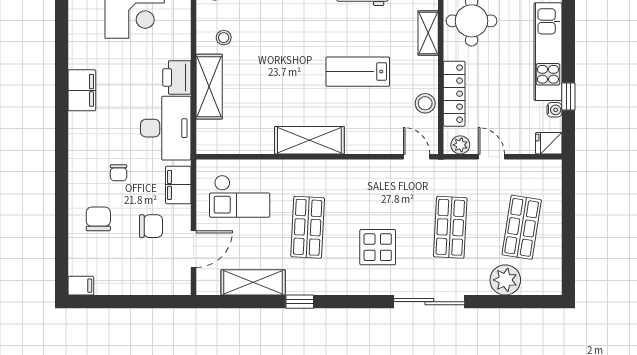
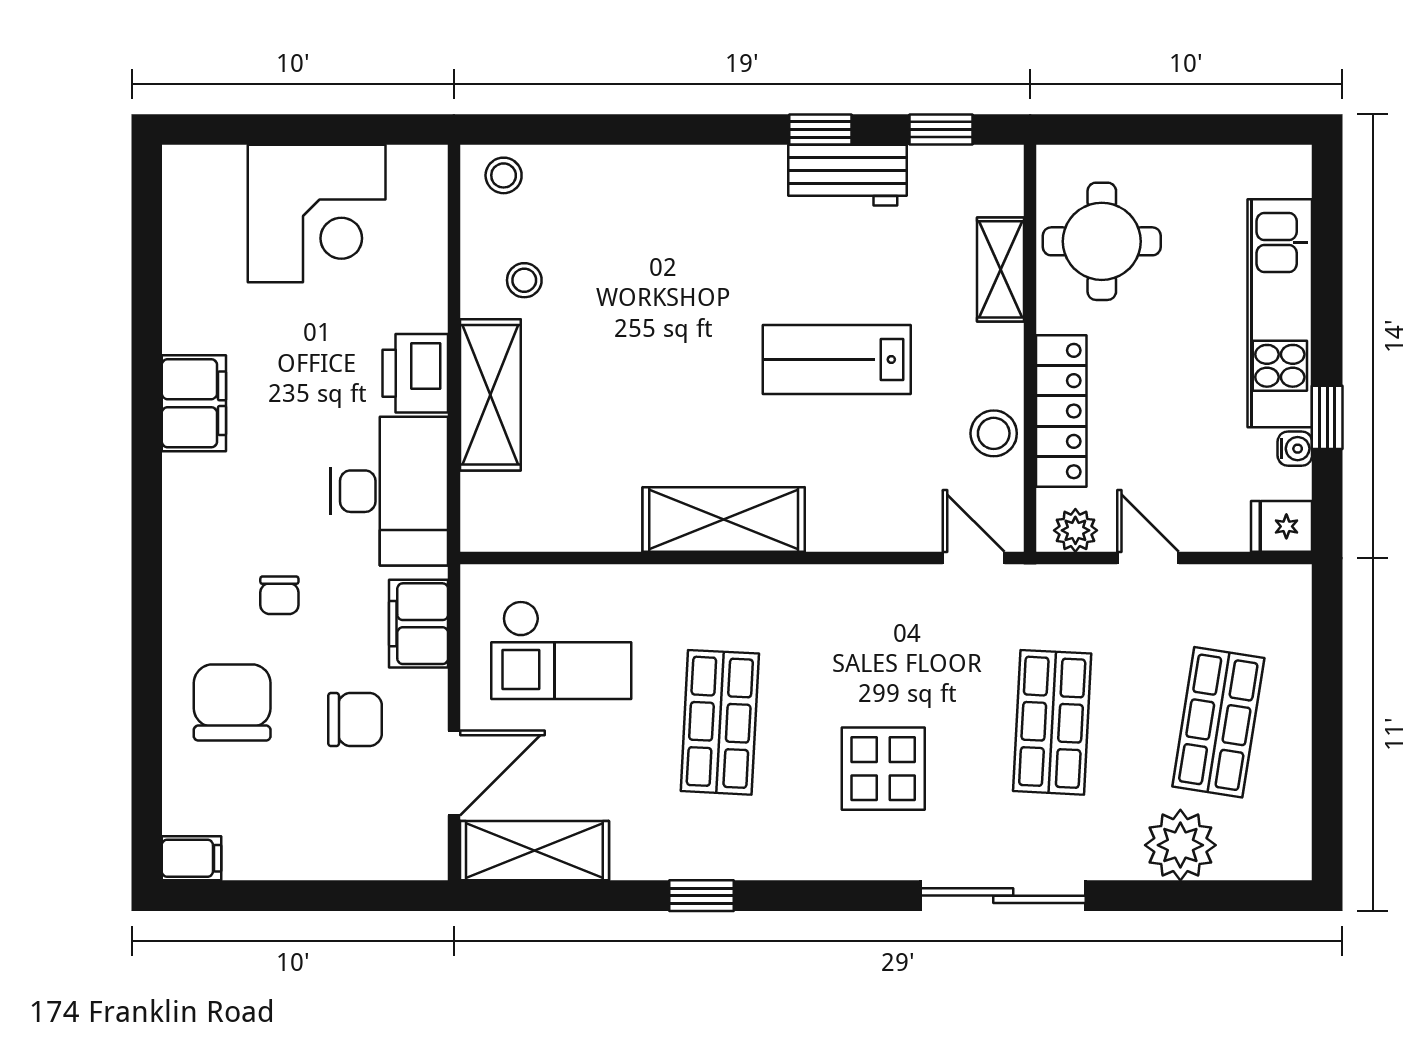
chair: (98, 219) -> (232, 702), width x1.37, depth x1.37
shelving: (253, 282) -> (534, 851), moved

